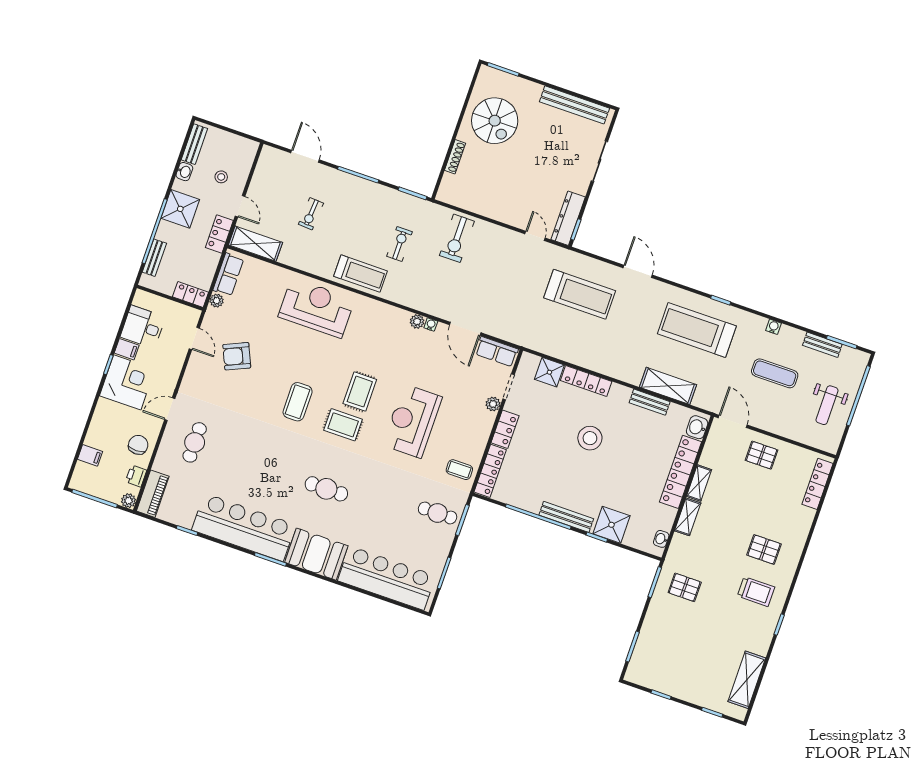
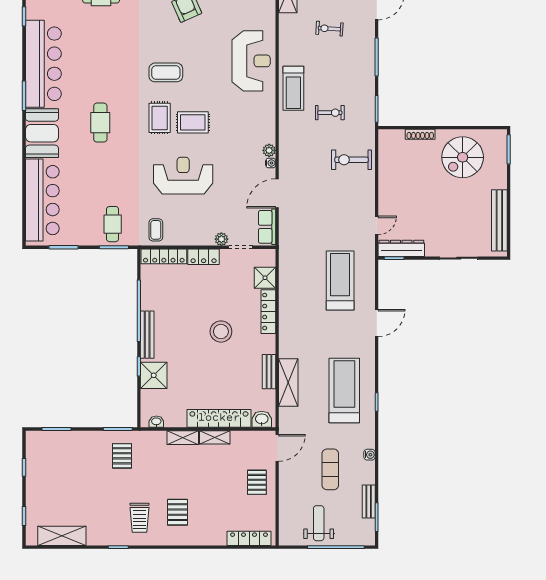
treadmill: (580, 294) -> (340, 280), turned 180
weight bench: (827, 405) -> (319, 523), turned 90

